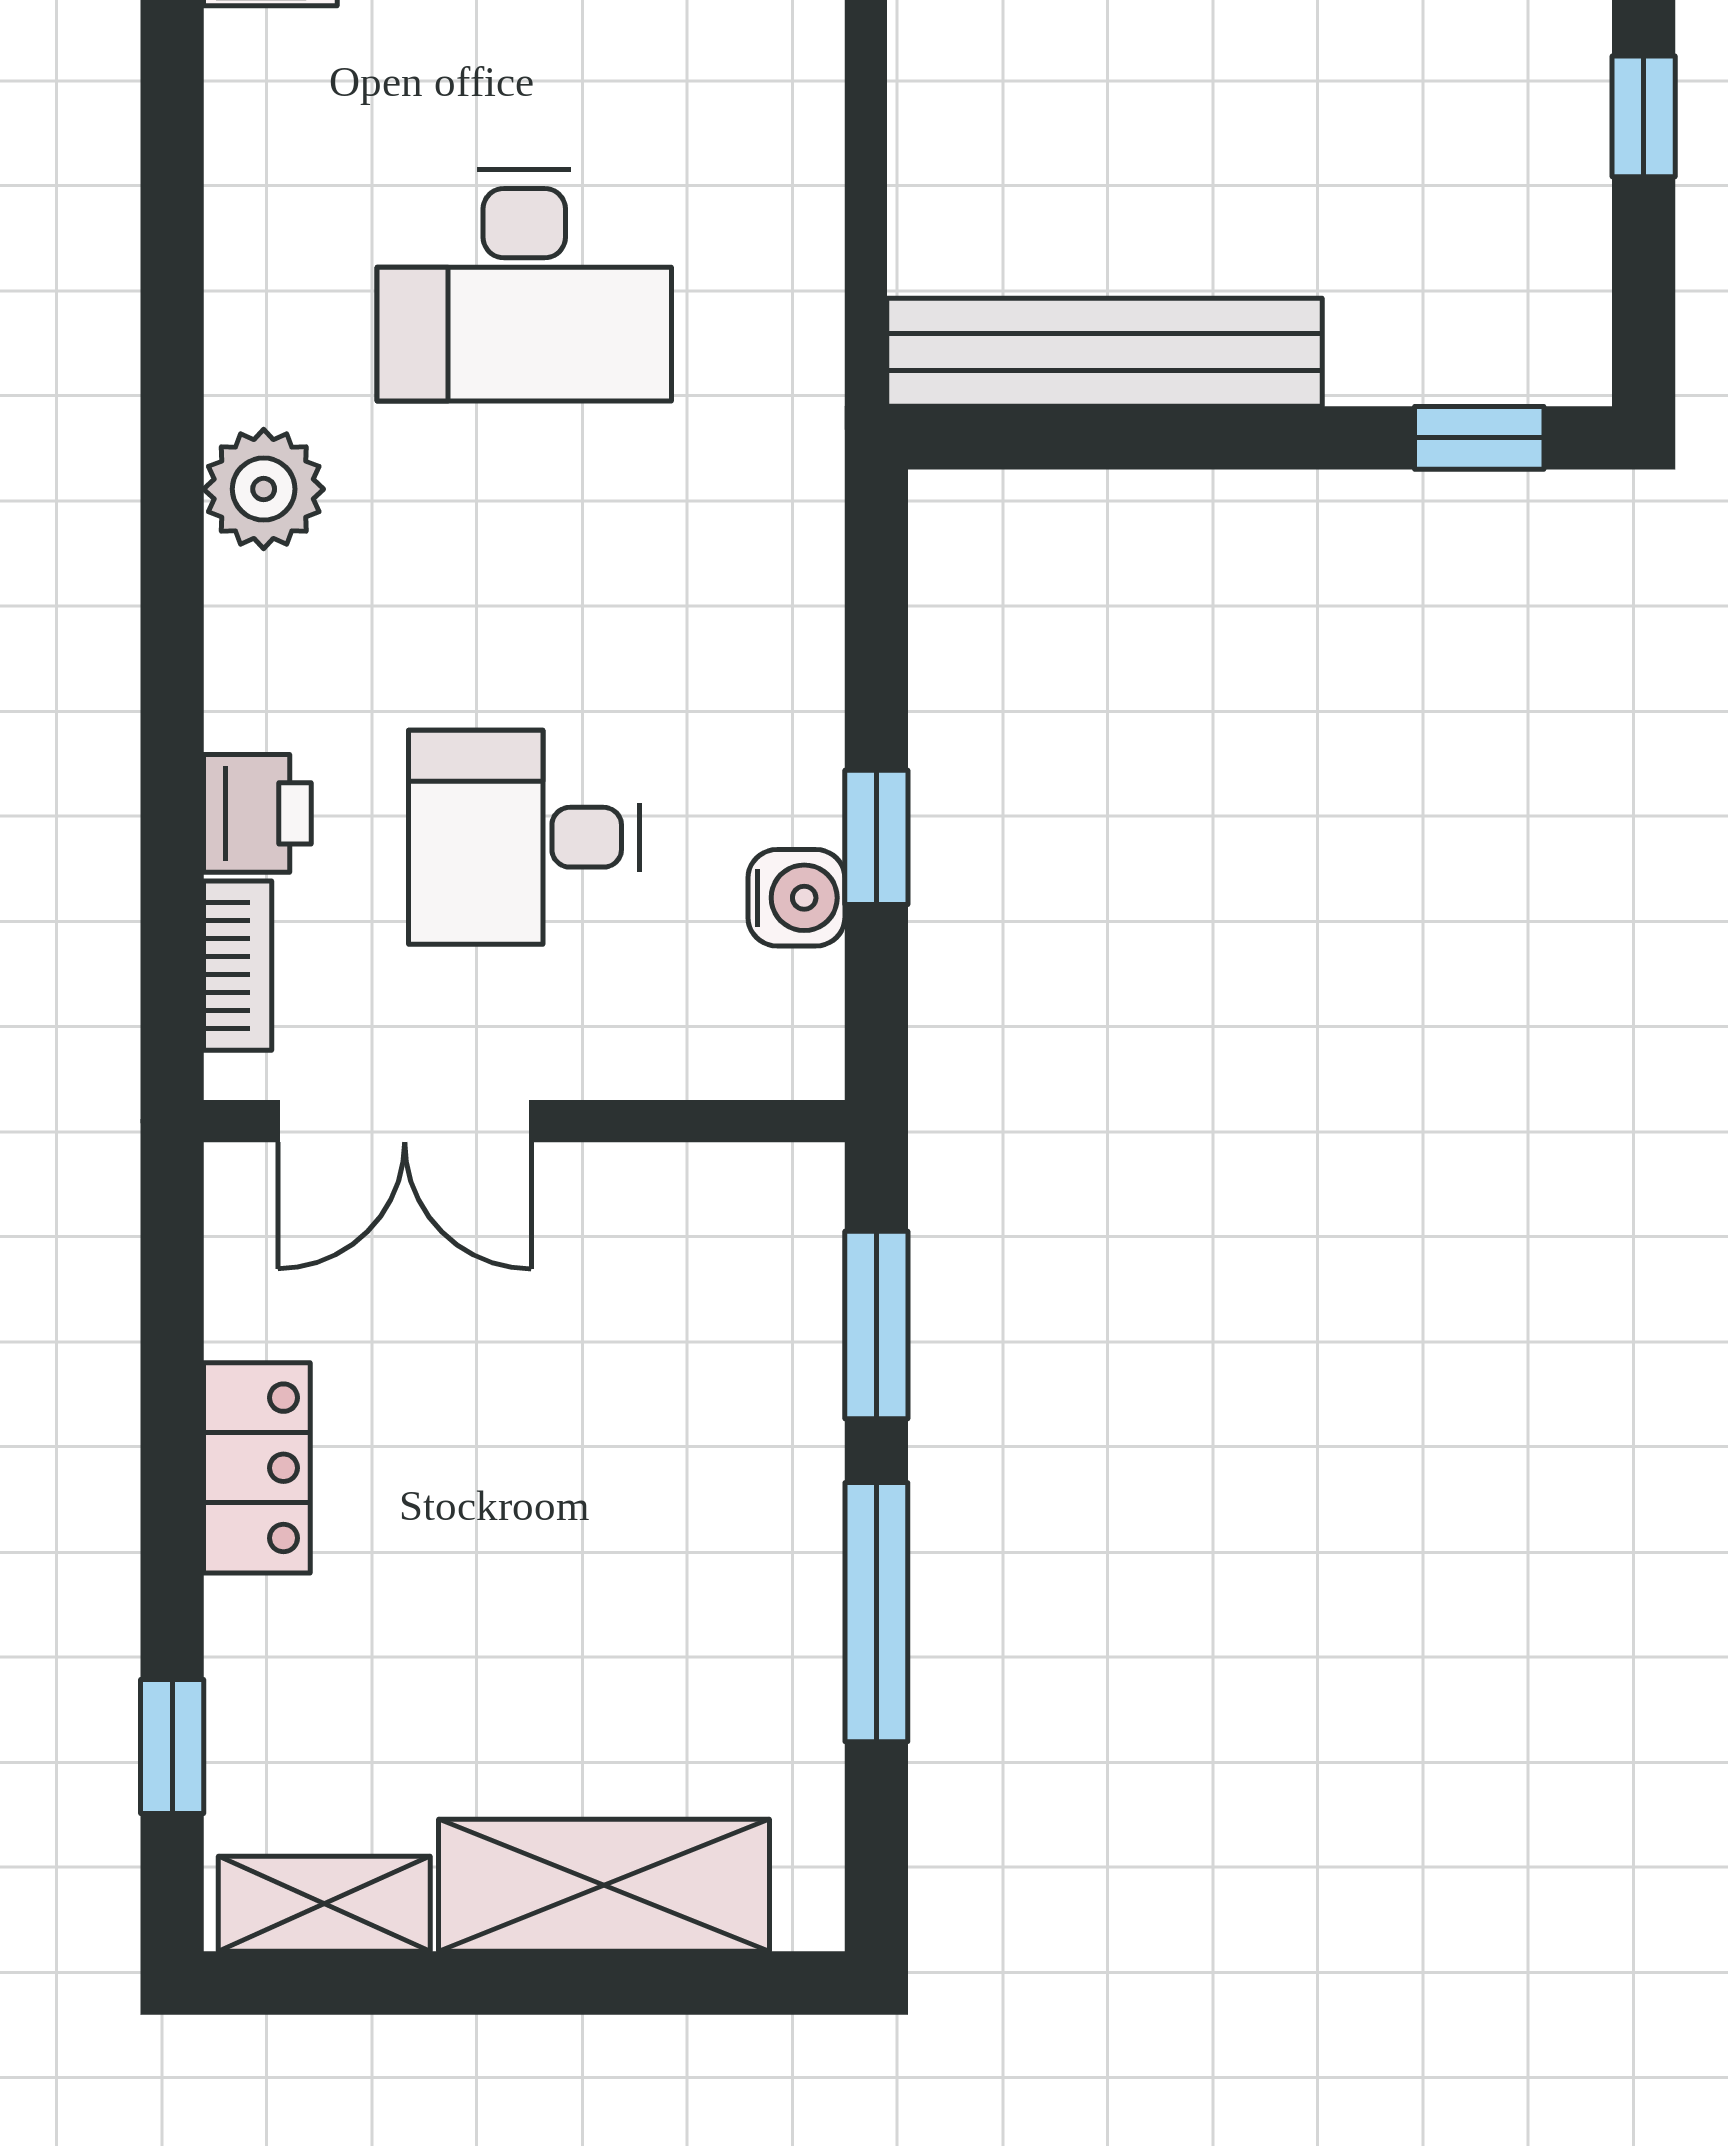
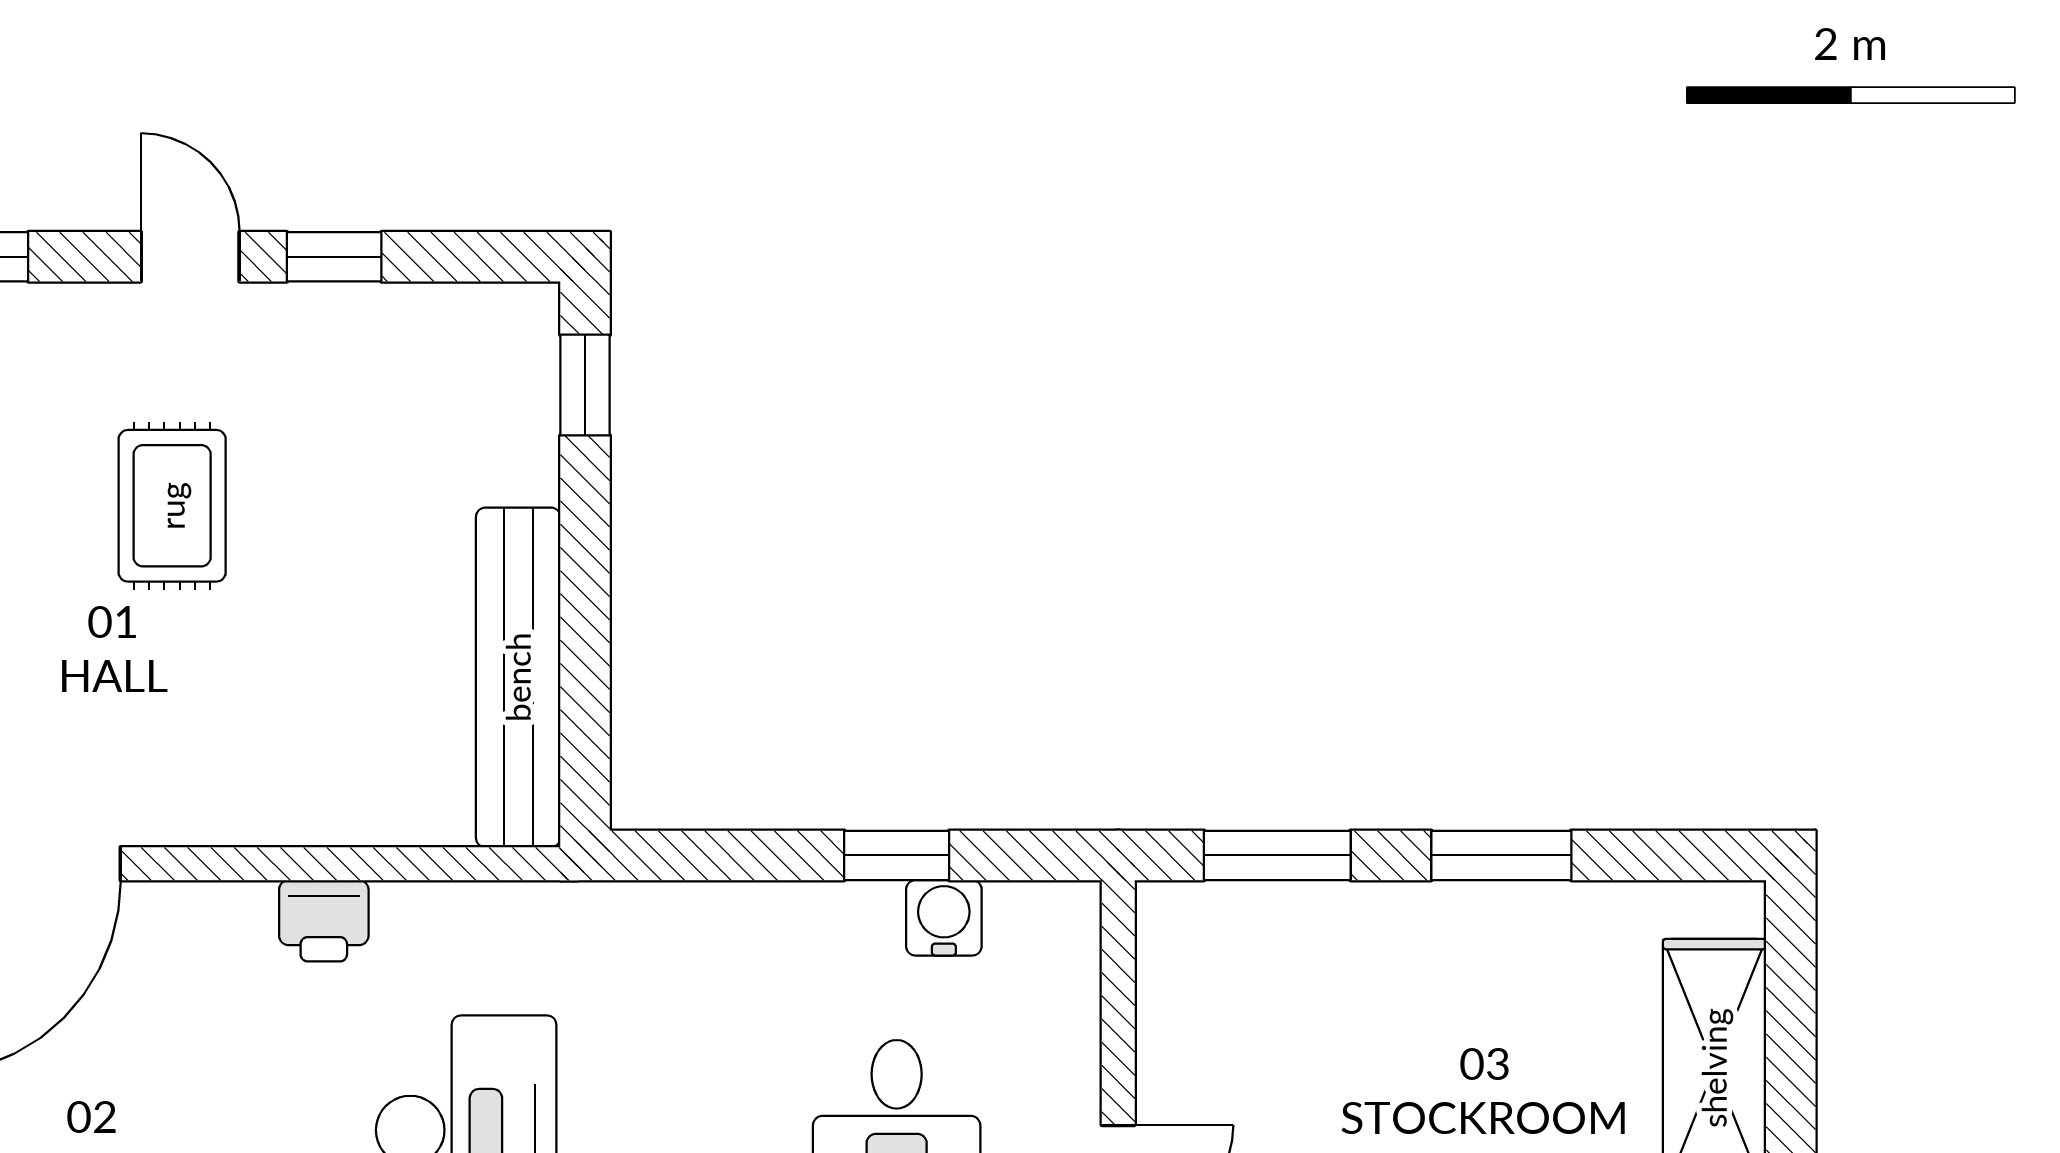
printer: (793, 103) -> (324, 921), added
window: (876, 1612) -> (1501, 855), width x0.69

